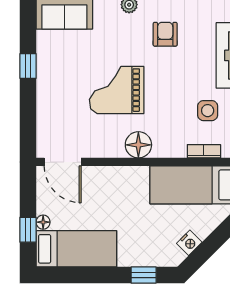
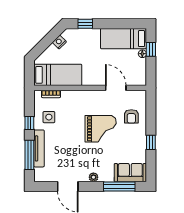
armchair: (165, 34) -> (131, 116), moved
floor lamp: (138, 145) -> (88, 98), removed
door: (63, 162) -> (116, 88), moved

